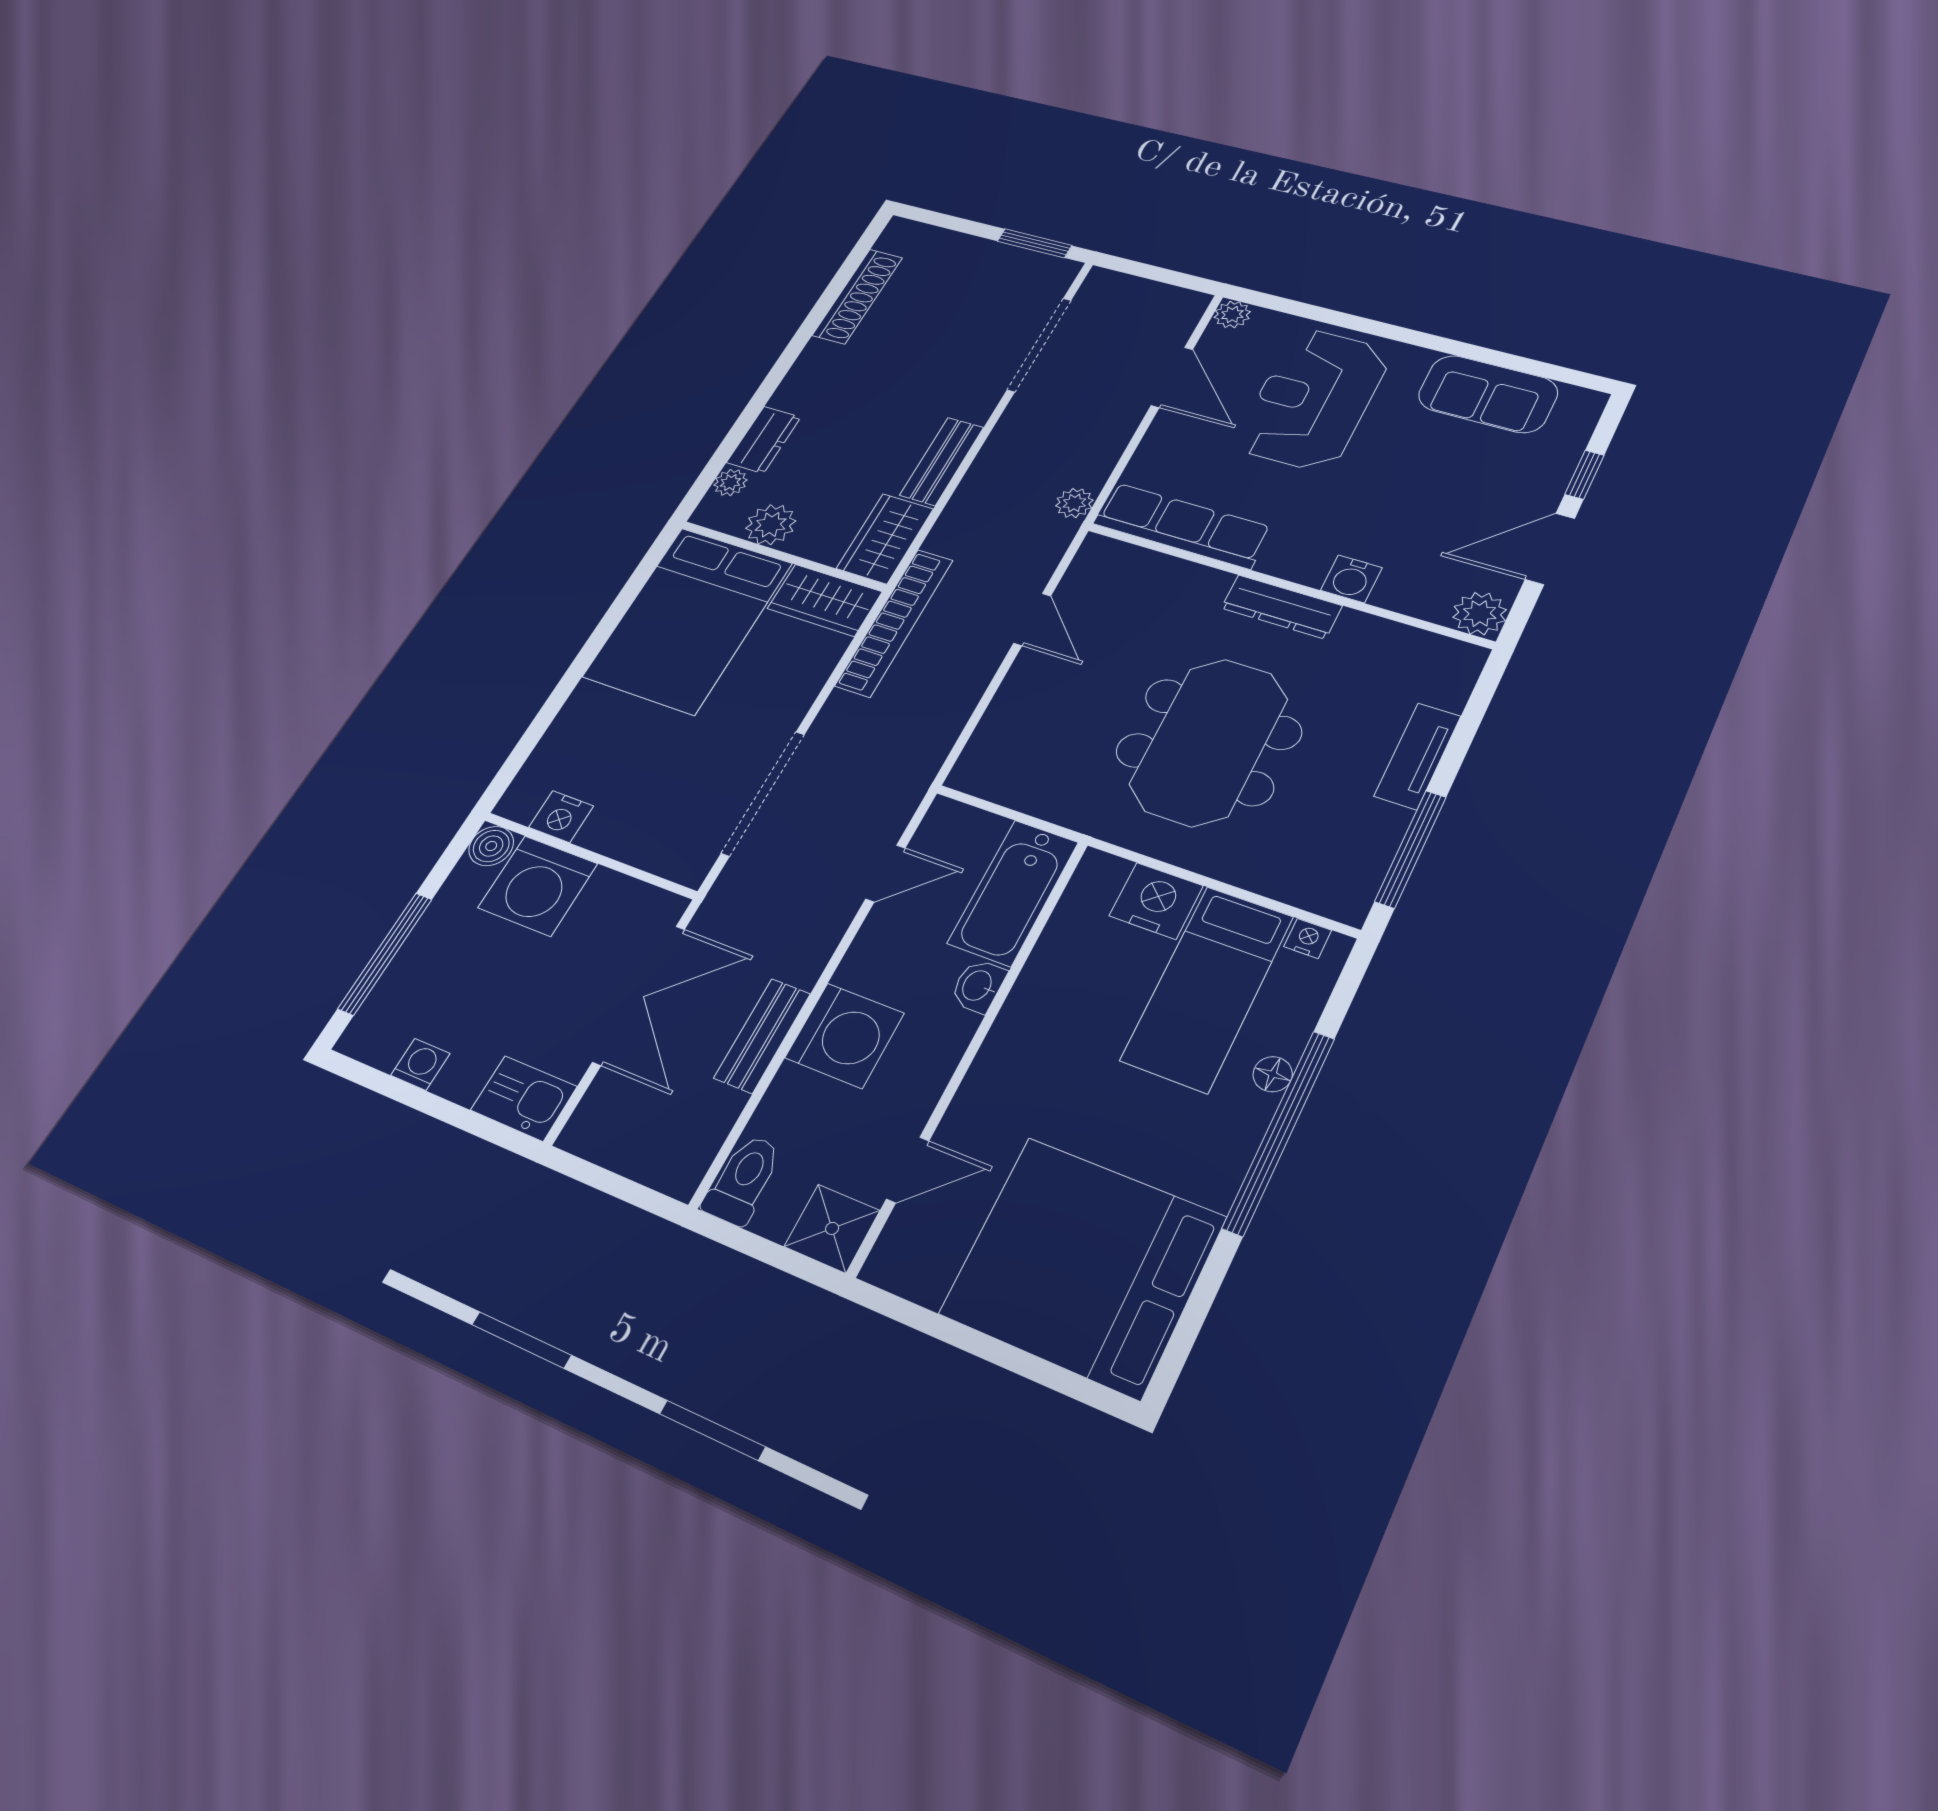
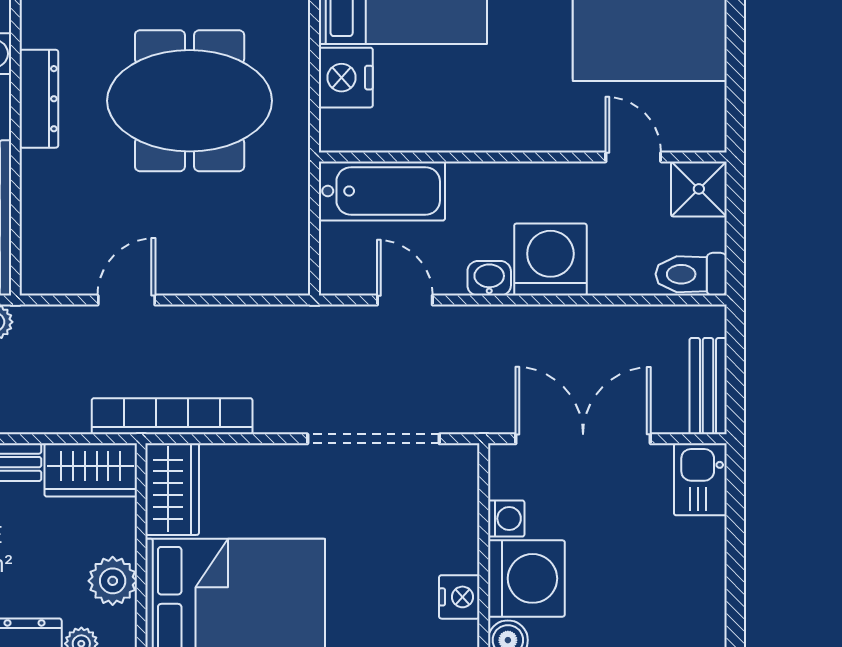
washbasin: (978, 986) -> (489, 278), moved, turned 180
bench: (762, 1036) -> (708, 386), moved, turned 90
washing machine: (420, 1064) -> (506, 519), moved, turned 180

